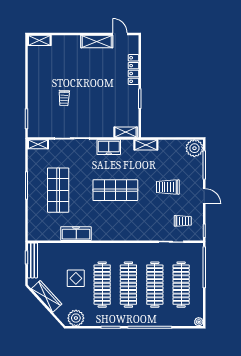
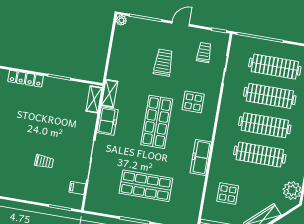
filing cabinet: (46, 131) -> (77, 188), added
shelving: (38, 144) -> (91, 200), removed
shelving: (146, 145) -> (110, 93), moved
plant: (194, 148) -> (121, 20), width x0.53, depth x0.53
trolley: (168, 187) -> (163, 63), turned 180
display table: (138, 219) -> (193, 102), added
freezer: (76, 234) -> (201, 157), moved
display table: (76, 278) -> (228, 194), moved

